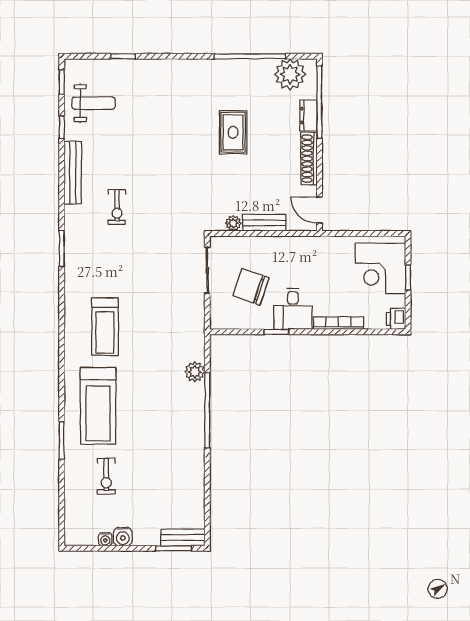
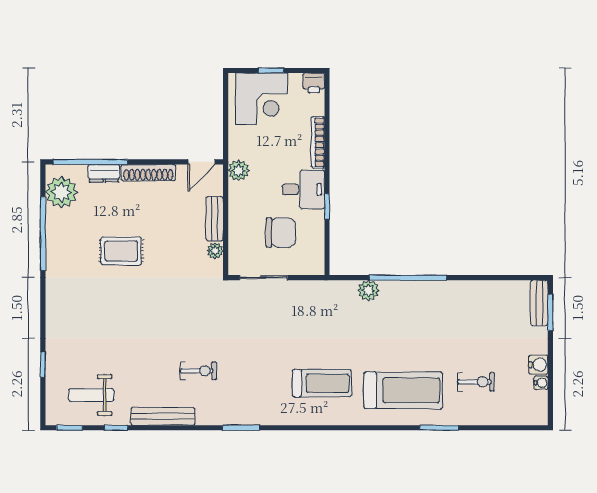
weight bench: (93, 103) -> (91, 395), turned -90
plant: (311, 246) -> (239, 170), added
chair: (251, 287) -> (281, 233), turned -109

